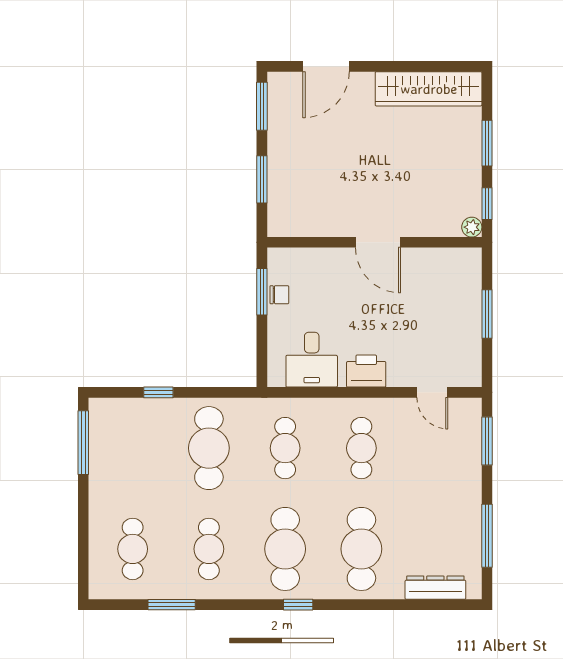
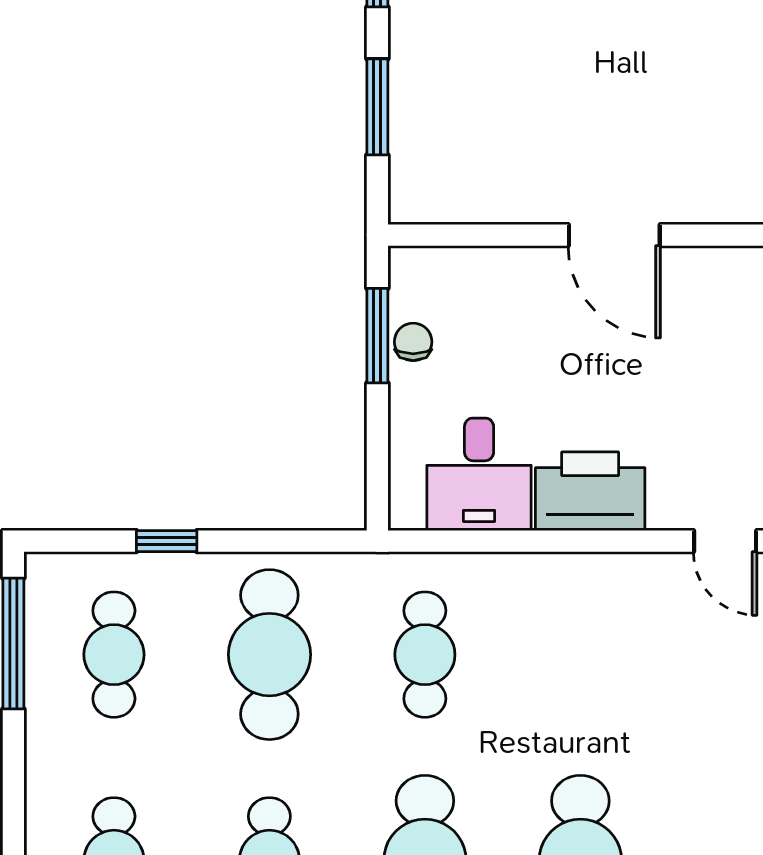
chair: (279, 295) -> (413, 342), turned -90
printer: (366, 371) -> (590, 491), width x1.37, depth x1.19
cafe table: (361, 448) -> (114, 655), moved

